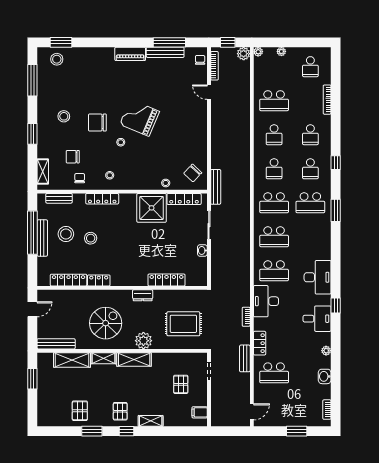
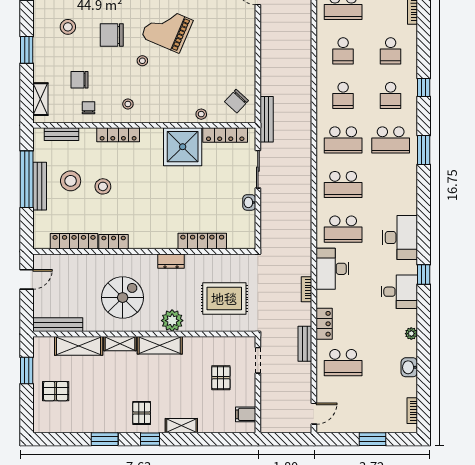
pallet: (80, 411) -> (56, 391), moved, turned 90

